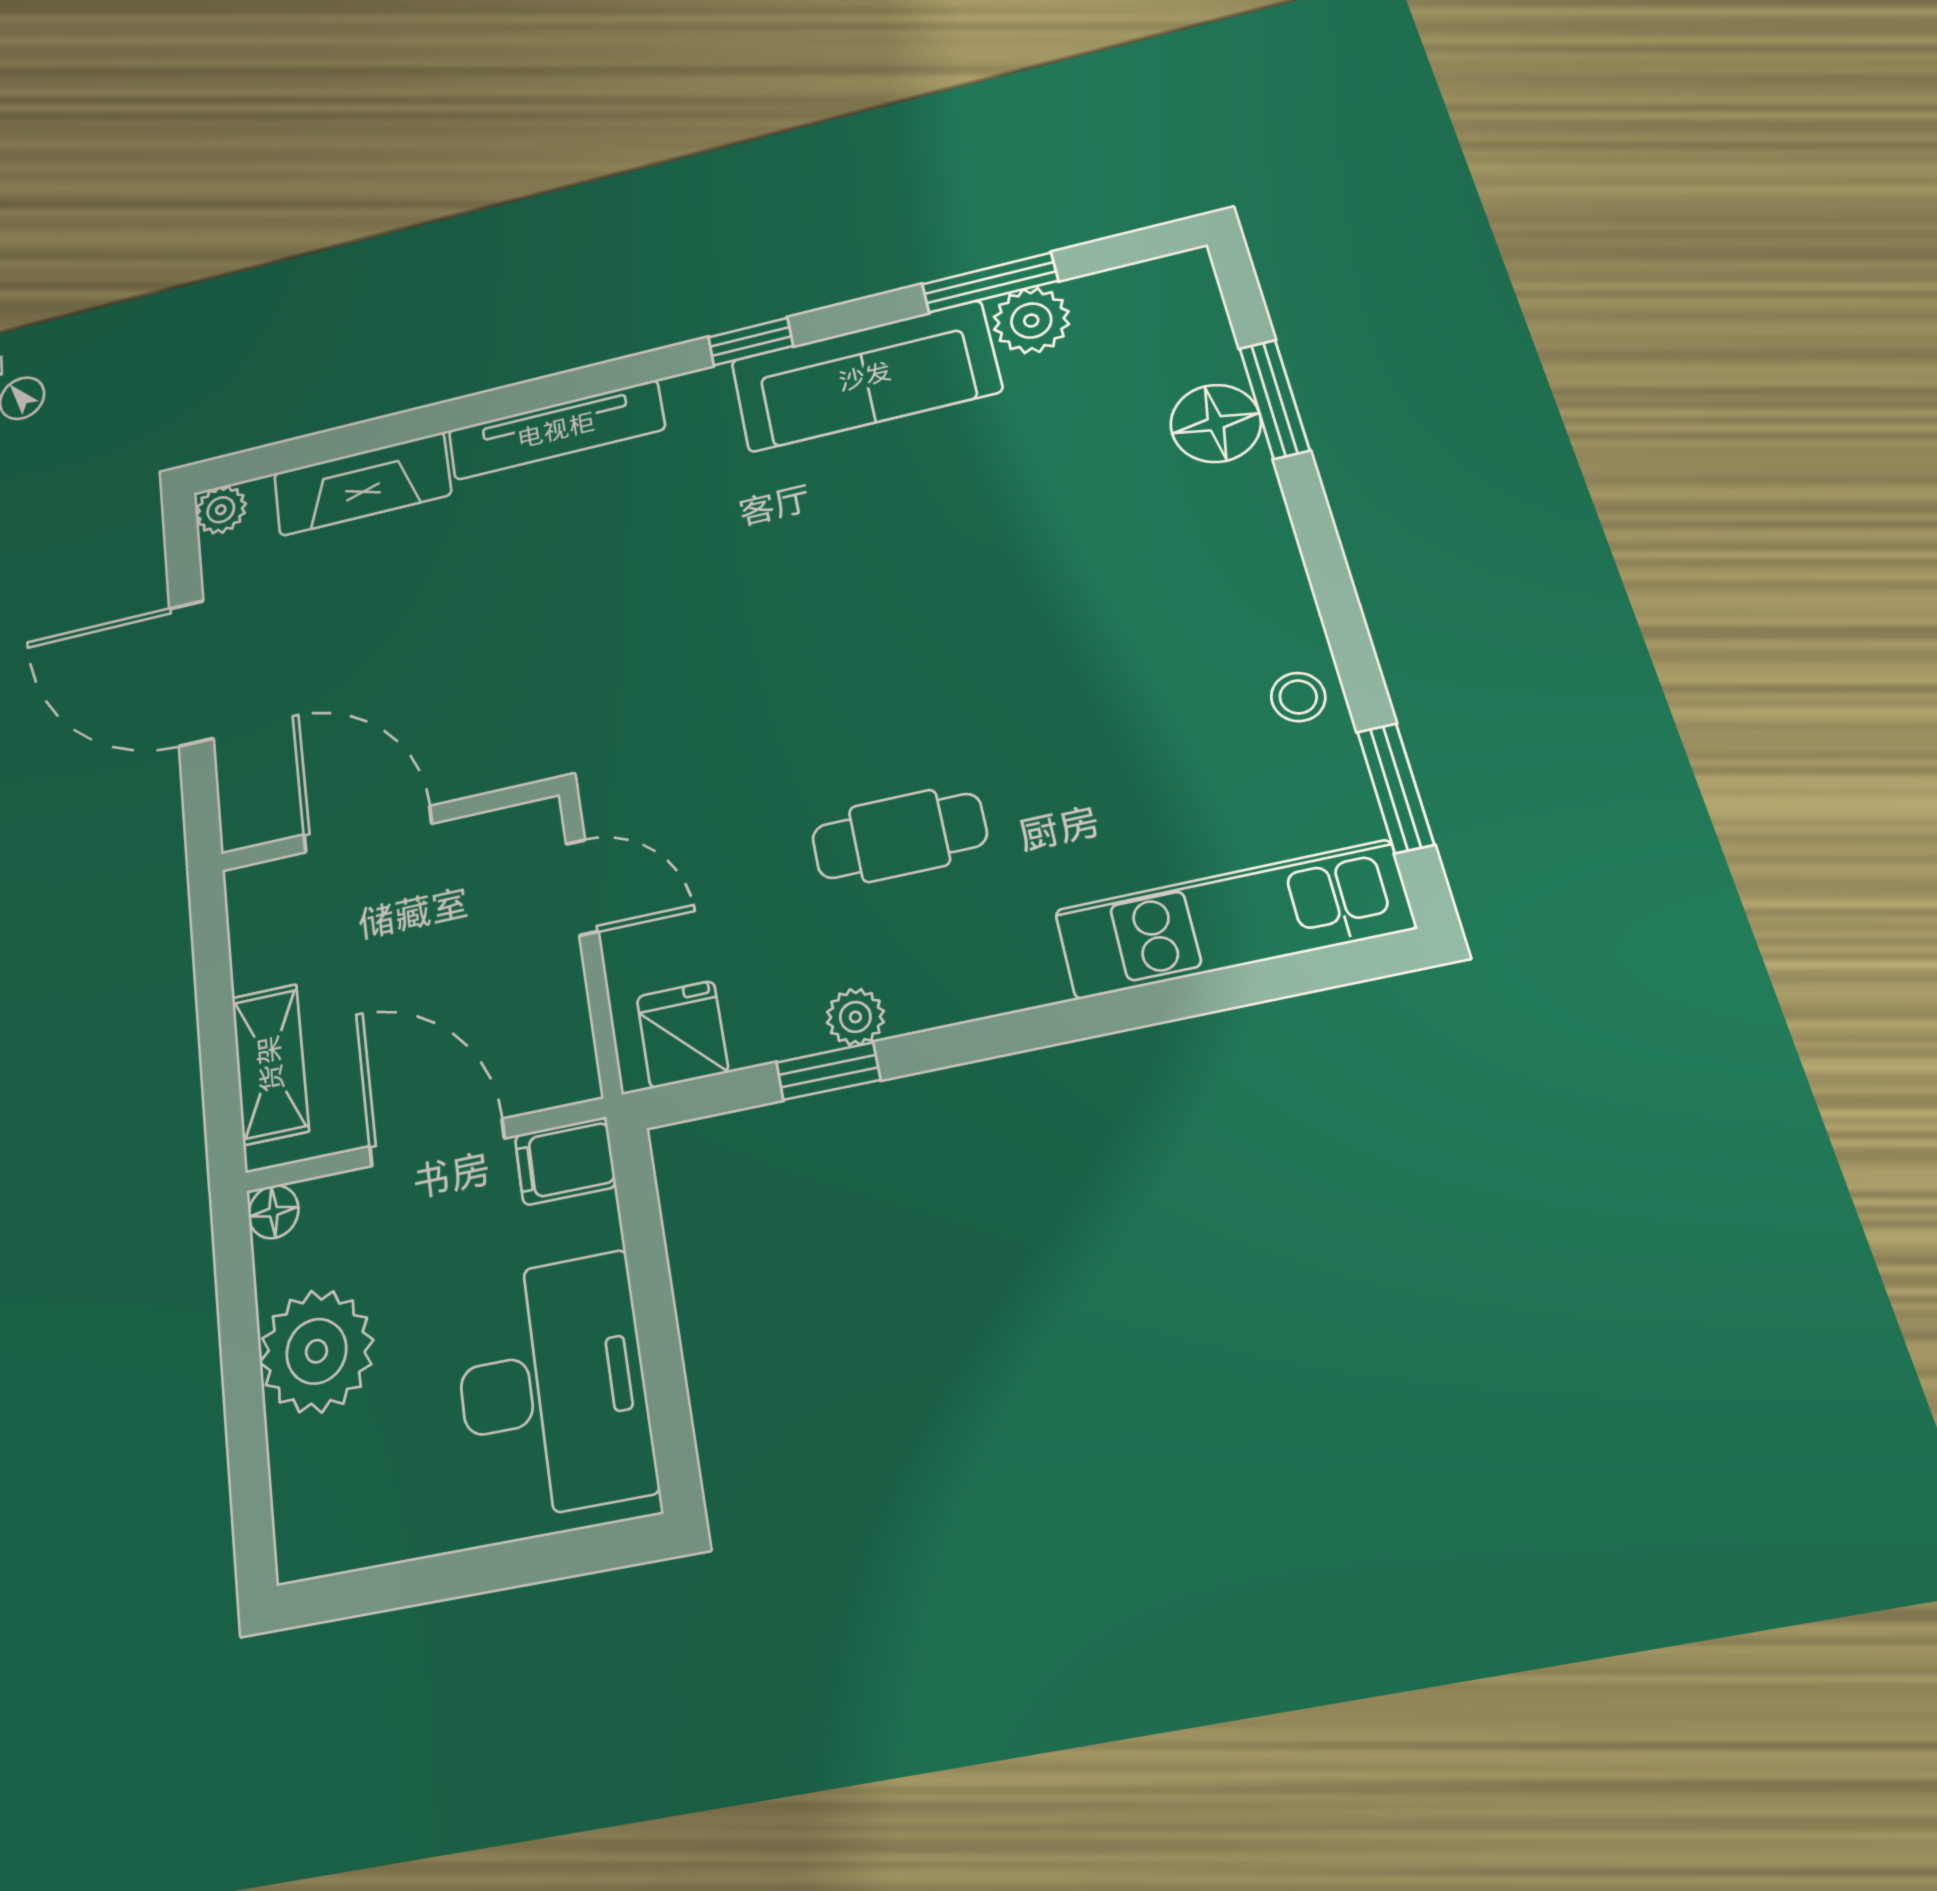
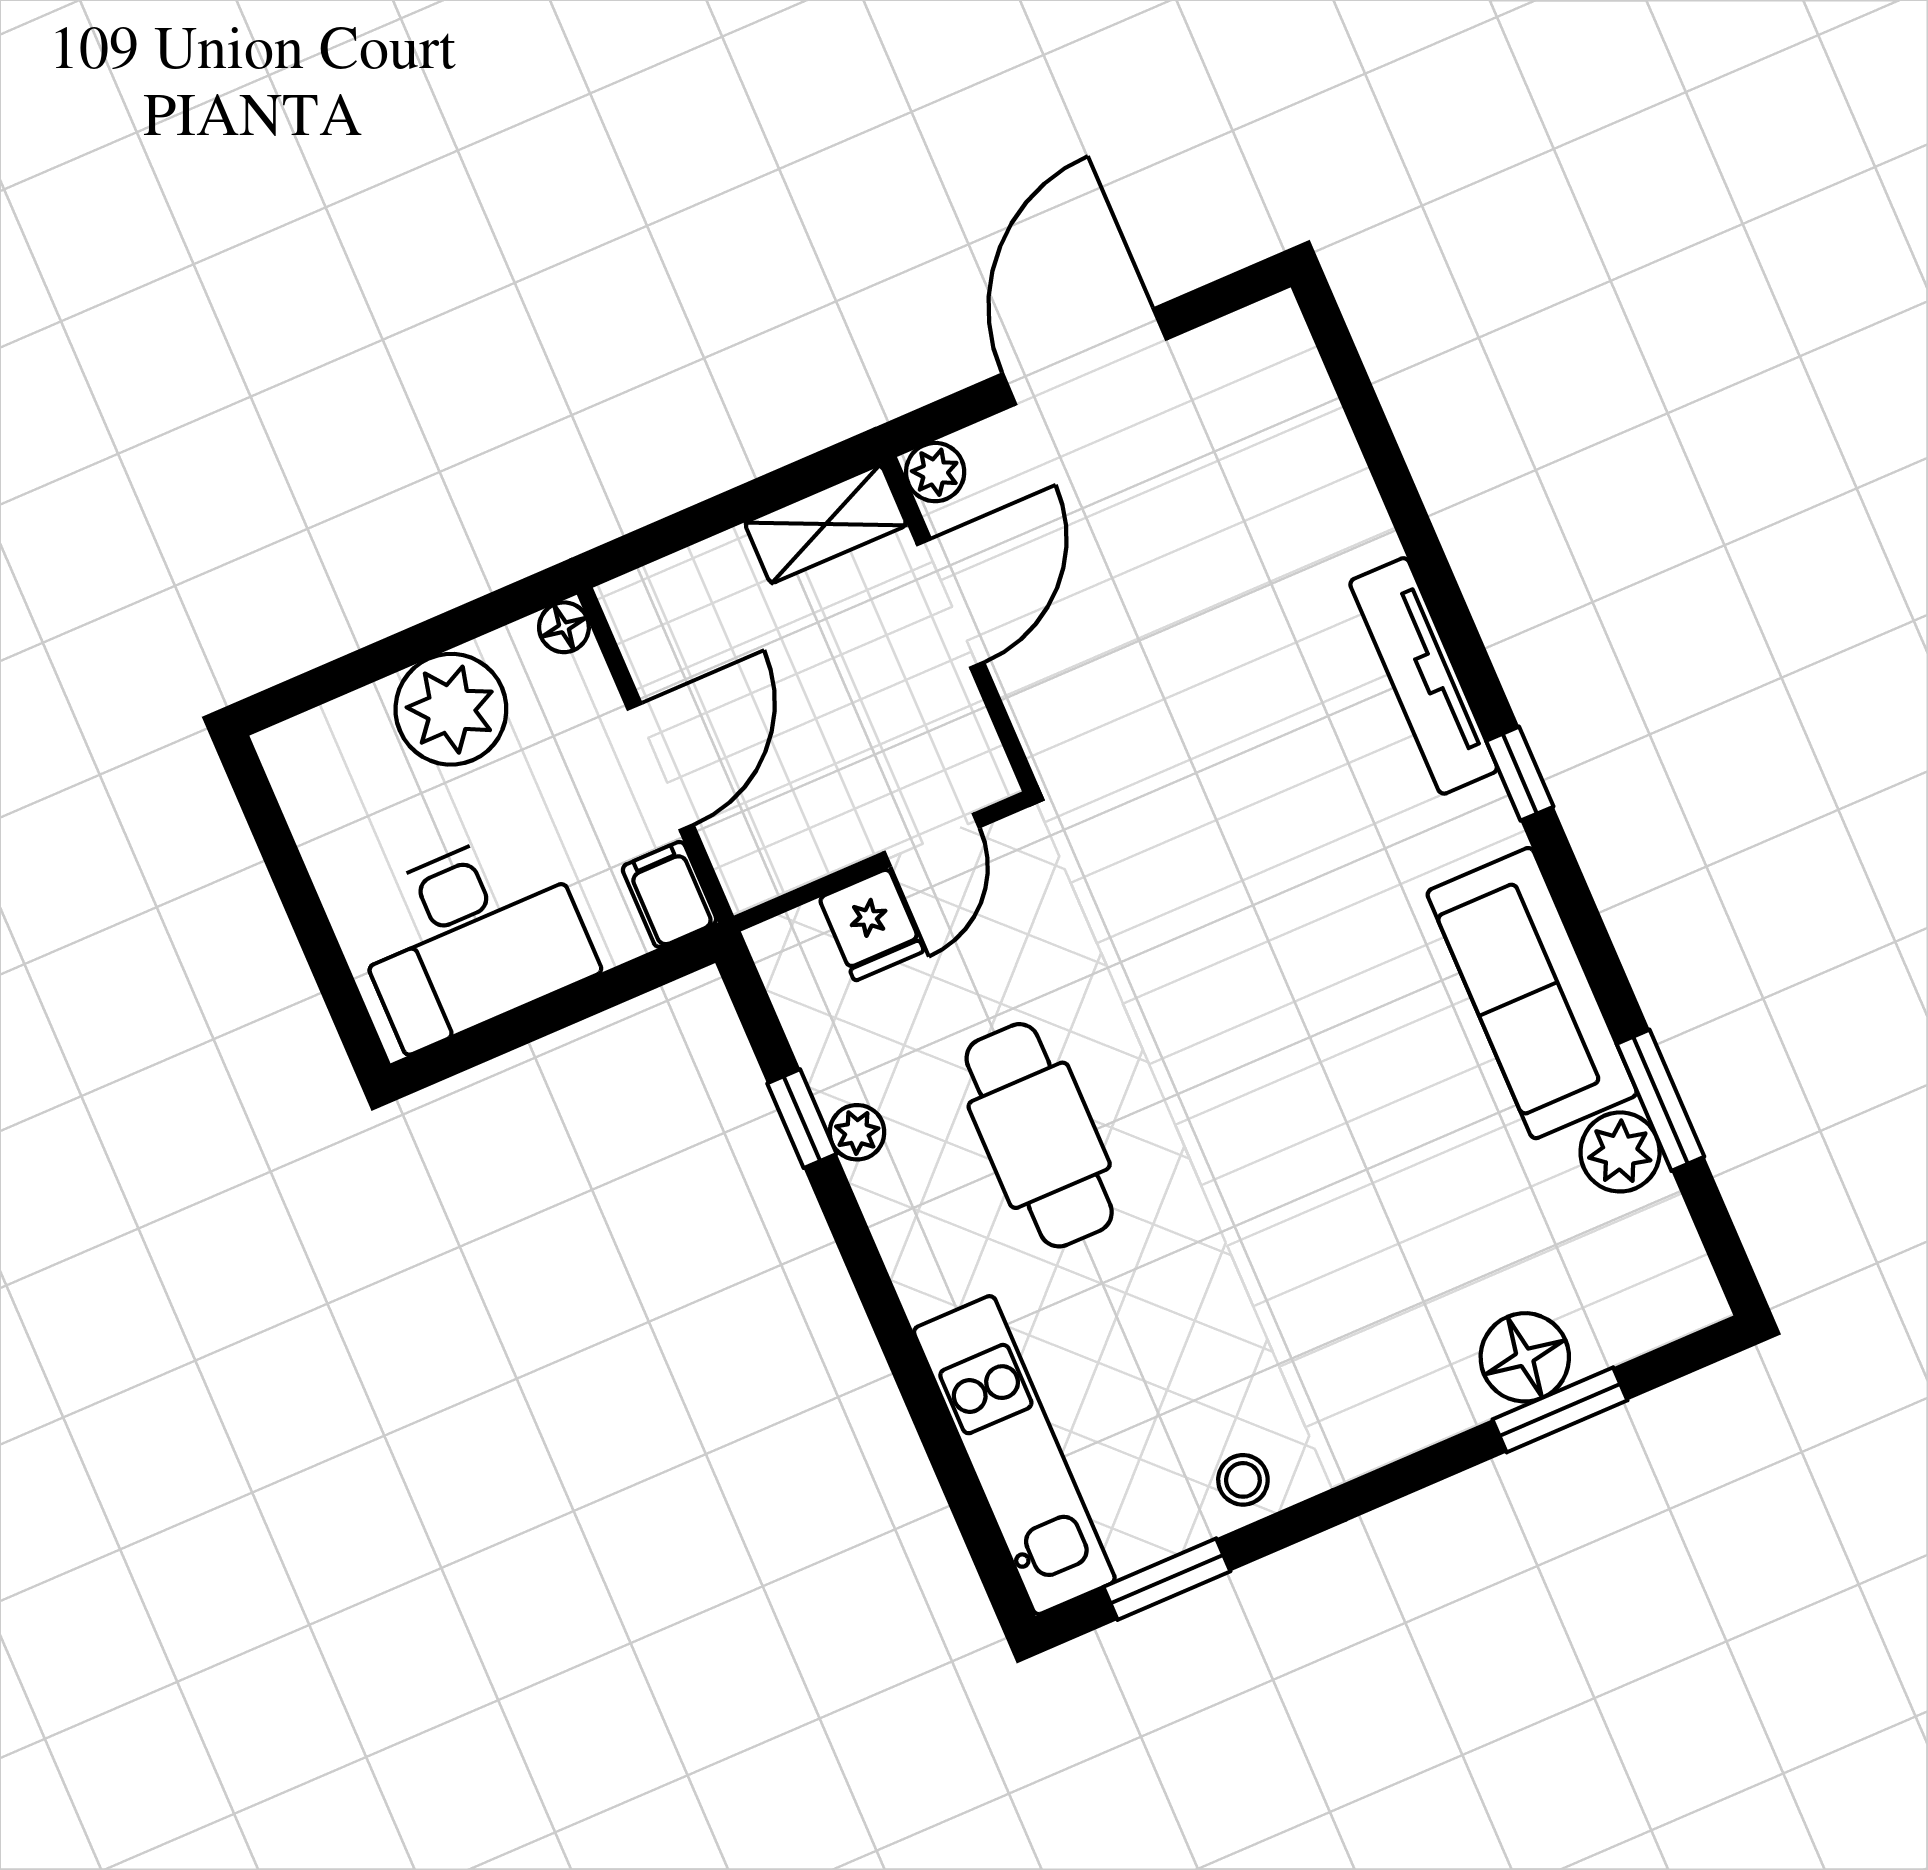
window: (751, 342) -> (1520, 774), moved
fireplace: (362, 484) -> (1329, 478), removed
plant: (221, 510) -> (935, 472), moved
cafe table: (899, 836) -> (1039, 1135), width x1.37, depth x1.35
fridge: (682, 1034) -> (871, 925), moved, turned 90
shelving: (270, 1064) -> (826, 524), moved

